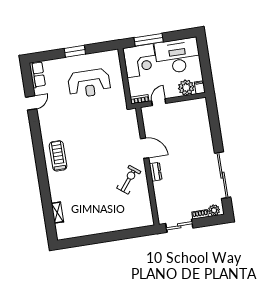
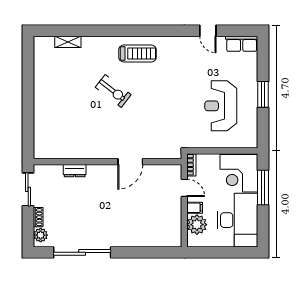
filing cabinet: (200, 87) -> (195, 208), moved
dresser: (156, 172) -> (75, 171), moved
exercise bike: (129, 180) -> (113, 91), moved

